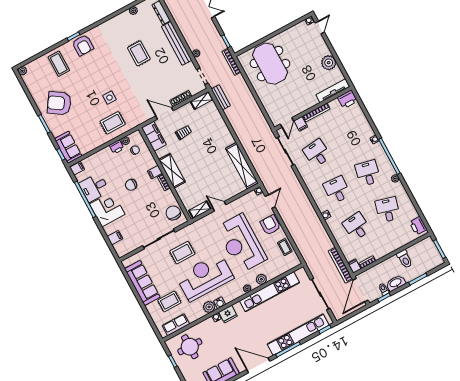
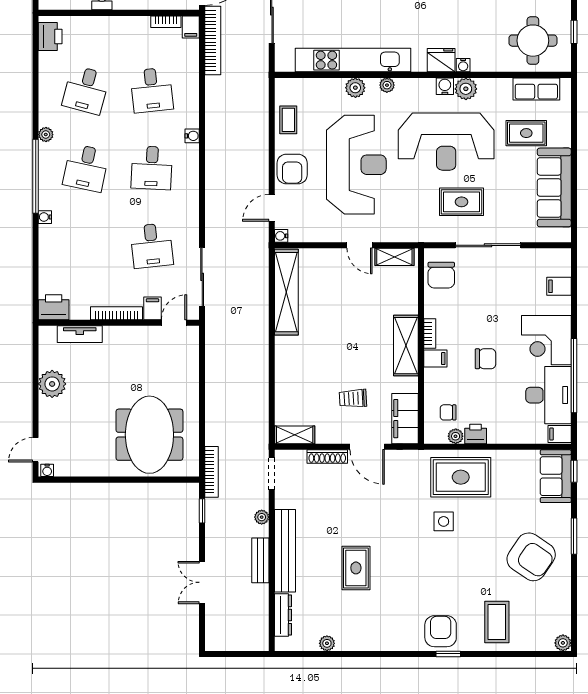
tv unit: (333, 91) -> (80, 334), width x0.71
bench: (221, 97) -> (260, 560), moved
rug: (113, 123) -> (461, 477), width x1.36, depth x1.43
desk: (94, 187) -> (548, 395), width x1.37

